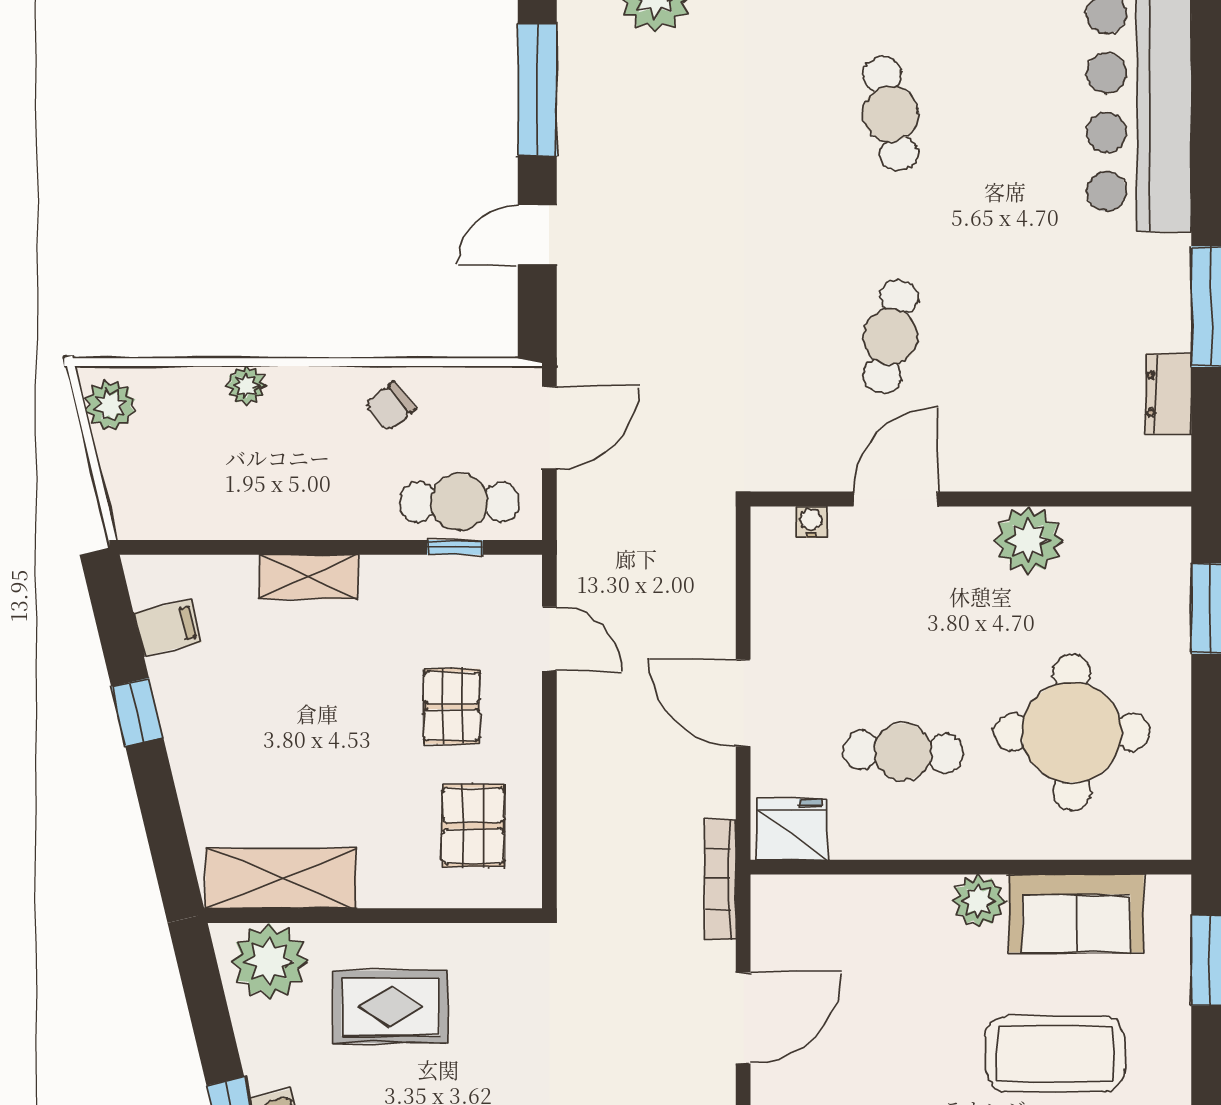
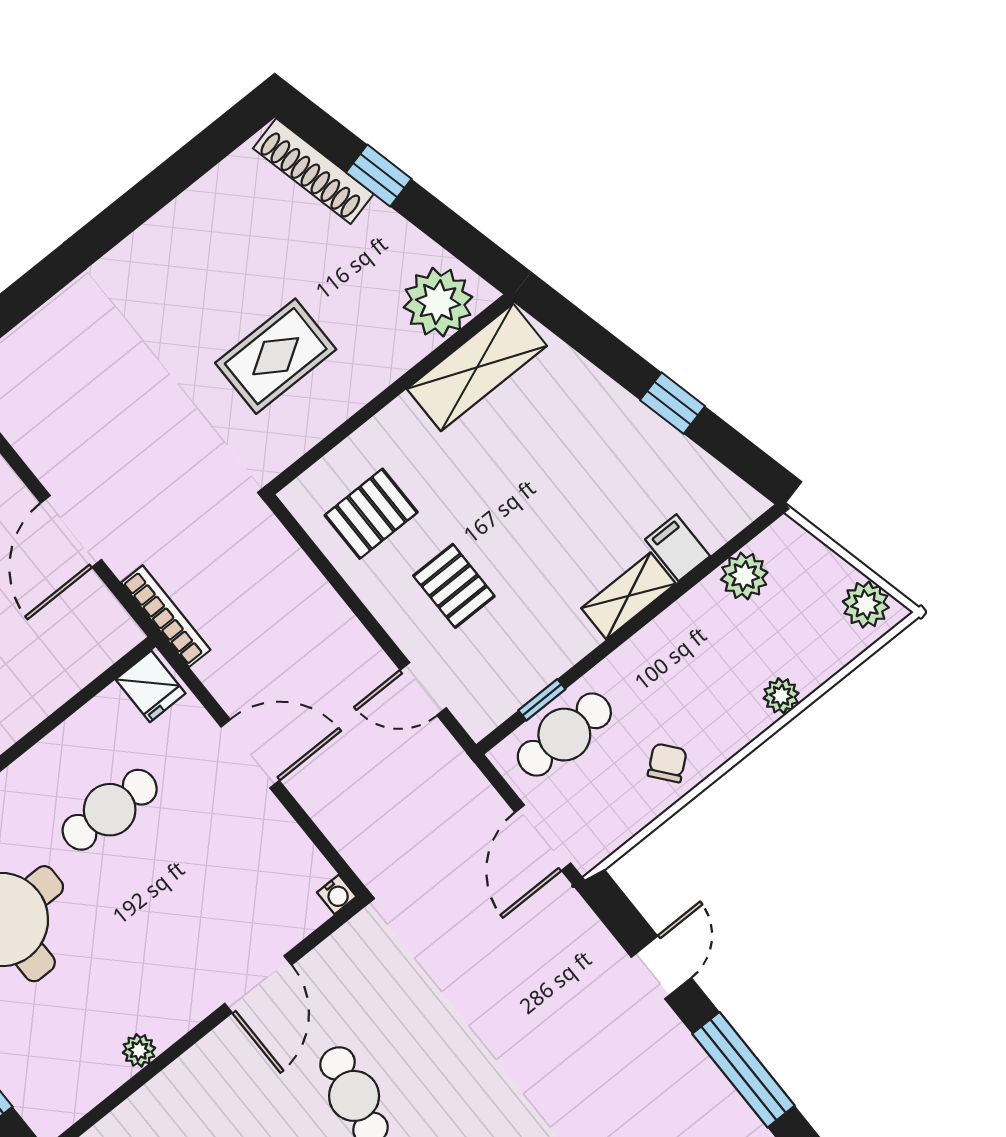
plant: (195, 514) -> (744, 576), added
water cooler: (811, 522) -> (337, 895), moved
plant: (1028, 540) -> (139, 1050), width x0.53, depth x0.53
filing cabinet: (168, 628) -> (678, 548), moved, turned 103
pallet: (473, 826) -> (371, 514), turned 90
fridge: (792, 830) -> (151, 686), width x0.72
rug: (391, 1007) -> (276, 356), moved

